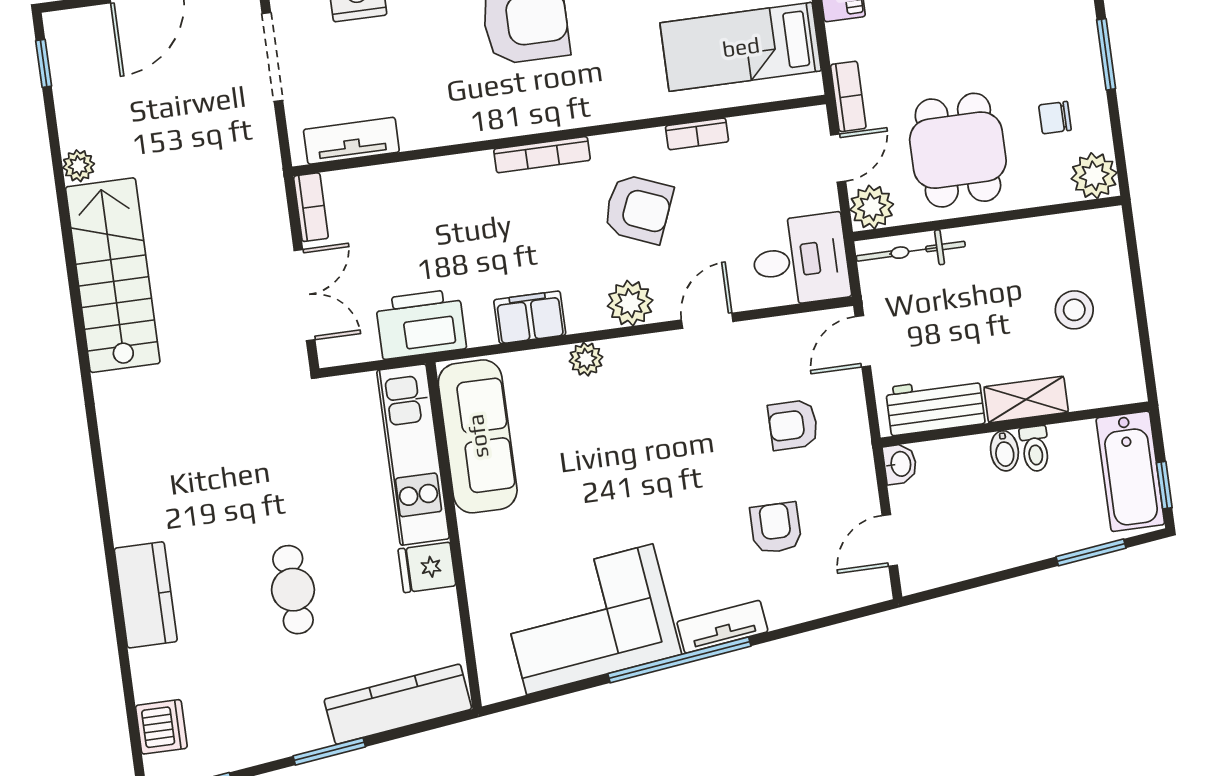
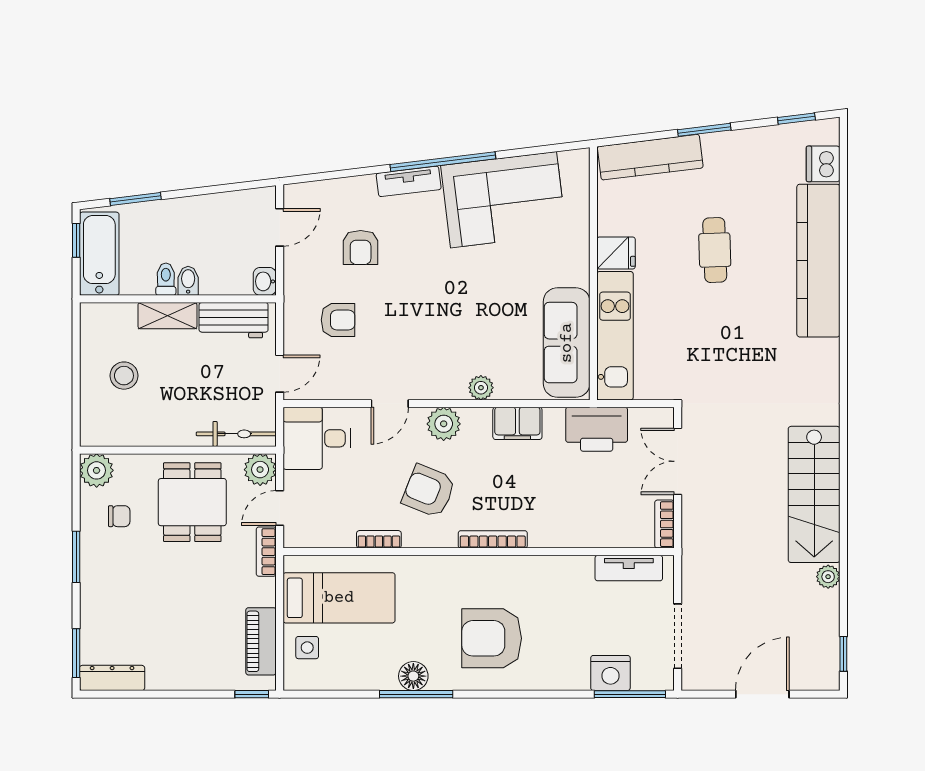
kitchen counter: (146, 595) -> (818, 261), width x2.08, depth x1.17

